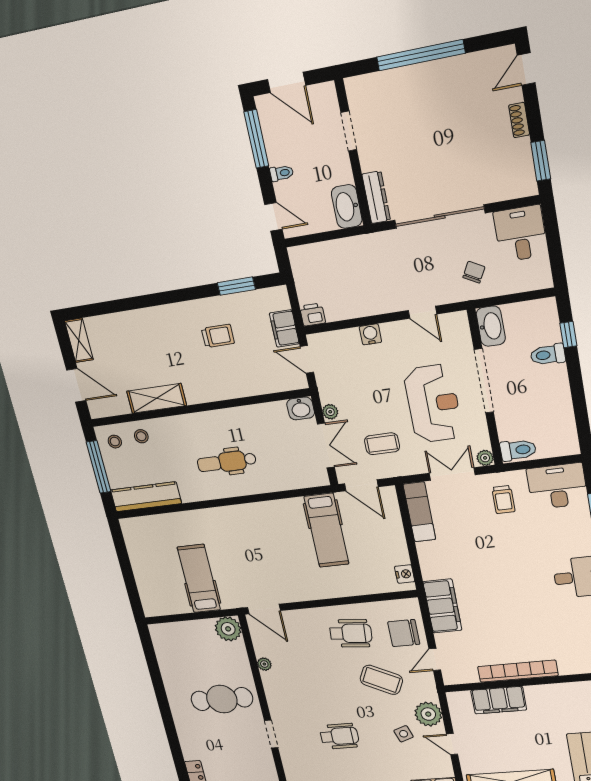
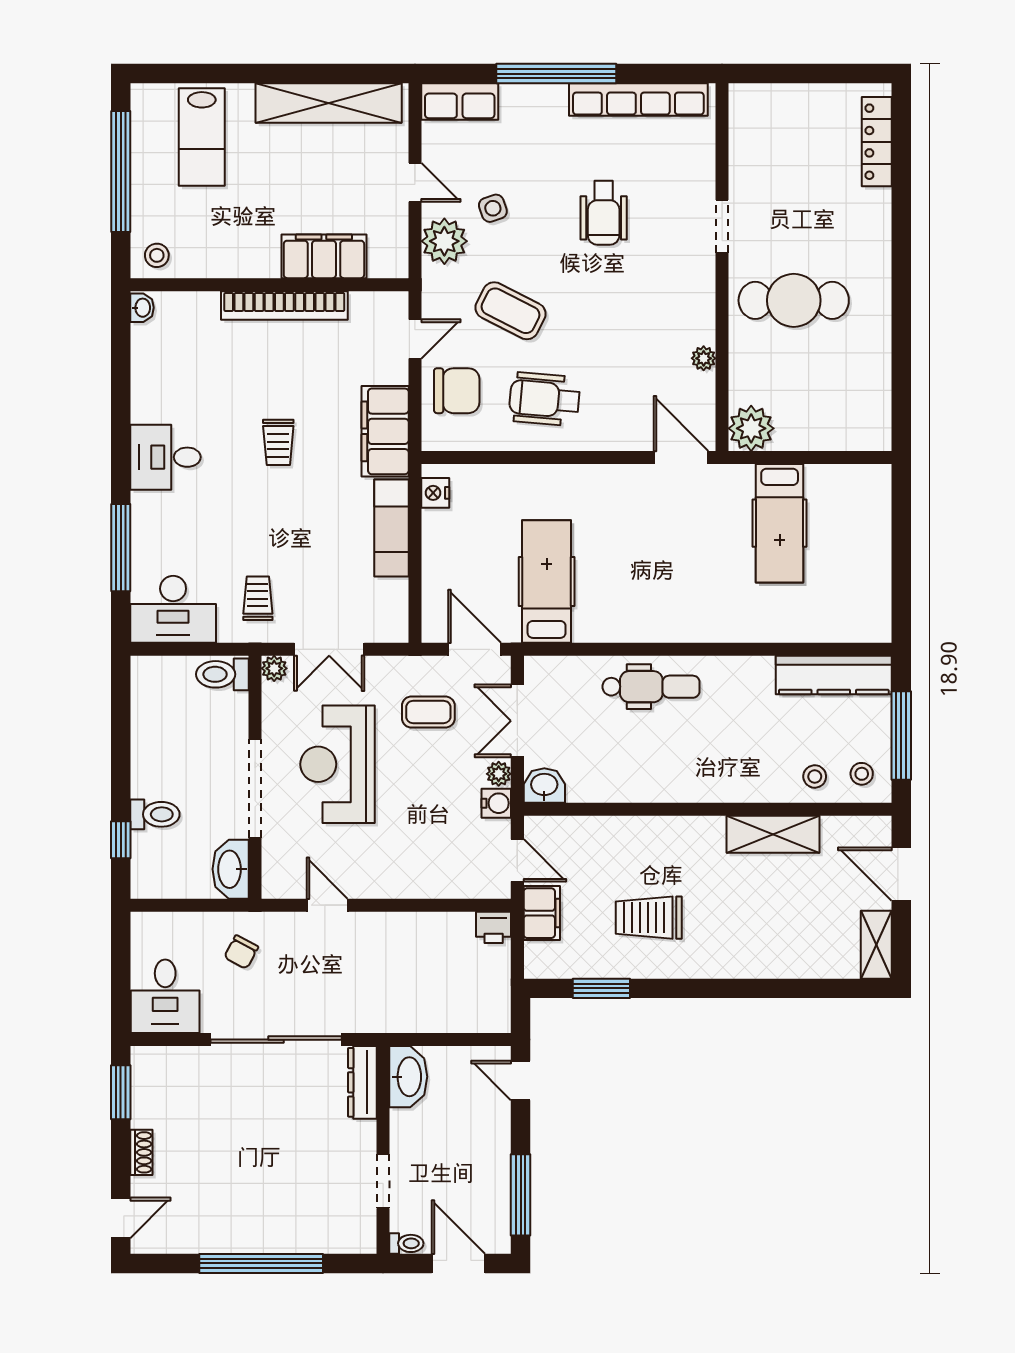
toilet: (282, 173) -> (406, 1243), moved, turned 180
water cooler: (370, 334) -> (496, 803), moved, turned -90
trolley: (218, 336) -> (649, 918), width x1.36, depth x1.39
dental chair: (227, 462) -> (651, 687), moved
exam couch: (419, 512) -> (392, 528), moved
trolley: (507, 593) -> (278, 442), added
wheelchair: (339, 736) -> (604, 213), turned -90

